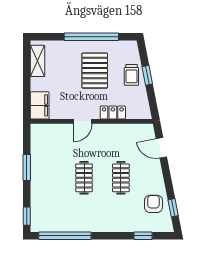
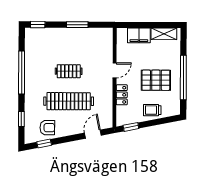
window: (147, 75) -> (131, 127), moved
filing cabinet: (40, 105) -> (139, 35), moved
door: (83, 121) -> (115, 70), swing flipped
clothes rail: (121, 178) -> (69, 101), width x1.86, depth x1.31
window: (65, 236) -> (22, 73), moved

